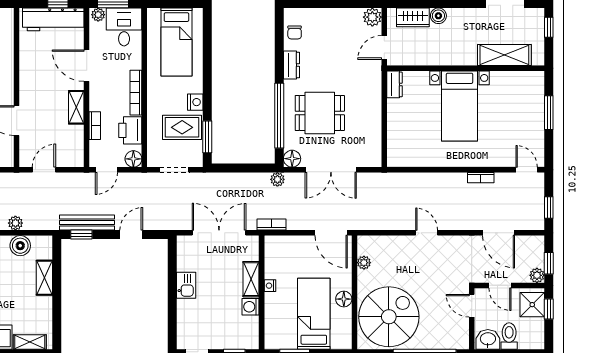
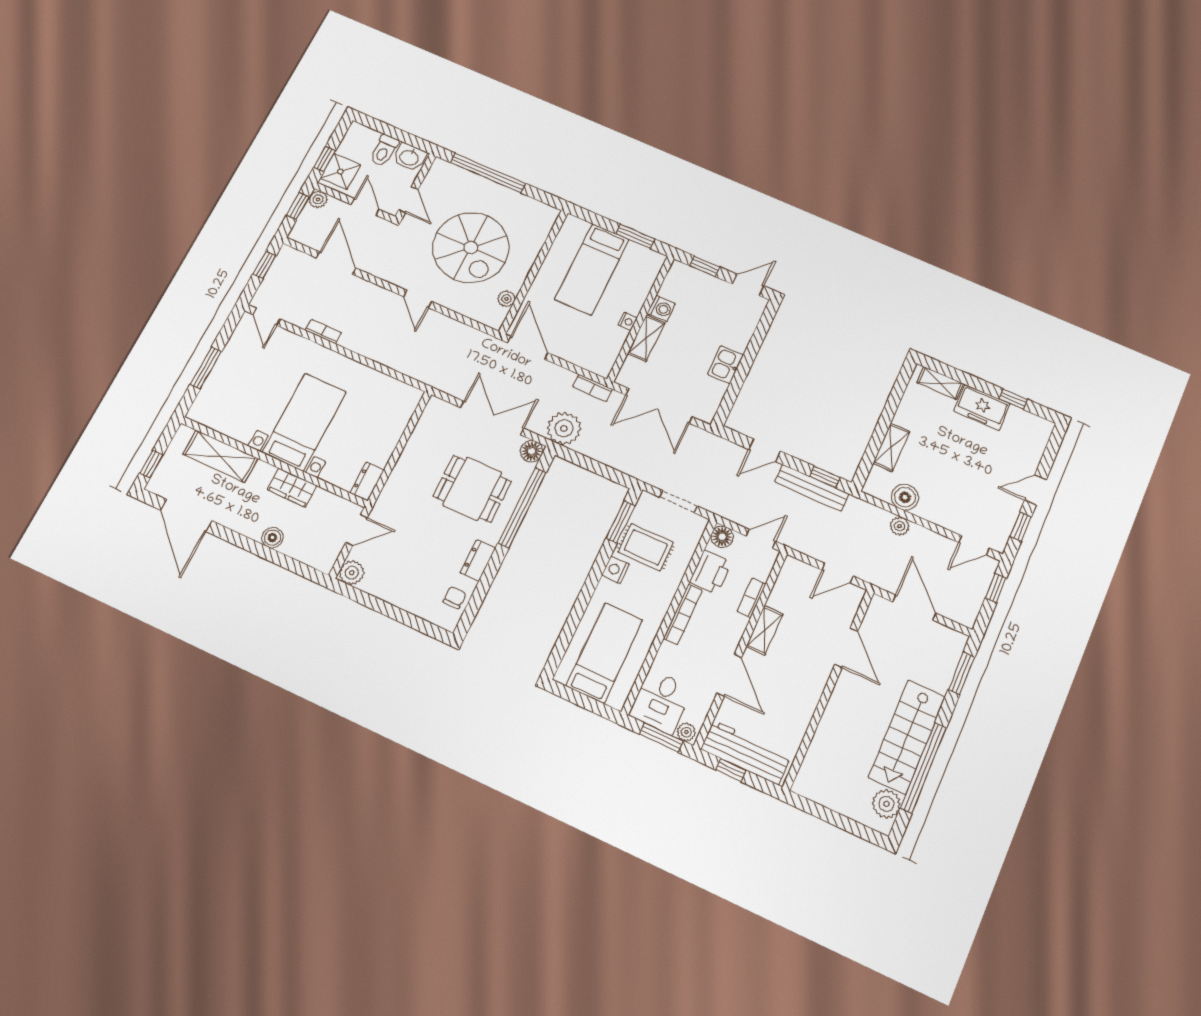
wardrobe: (413, 17) -> (292, 488), moved, turned 180
plant: (277, 179) -> (564, 428), width x1.88, depth x1.88
floor lamp: (344, 299) -> (550, 270), removed
spiral stairs: (389, 317) -> (471, 248), moved, turned -90

